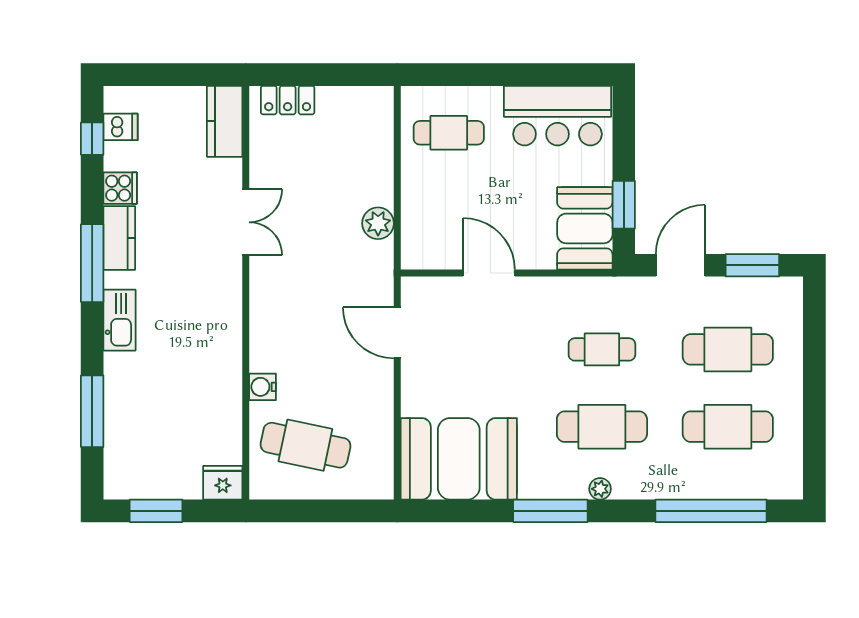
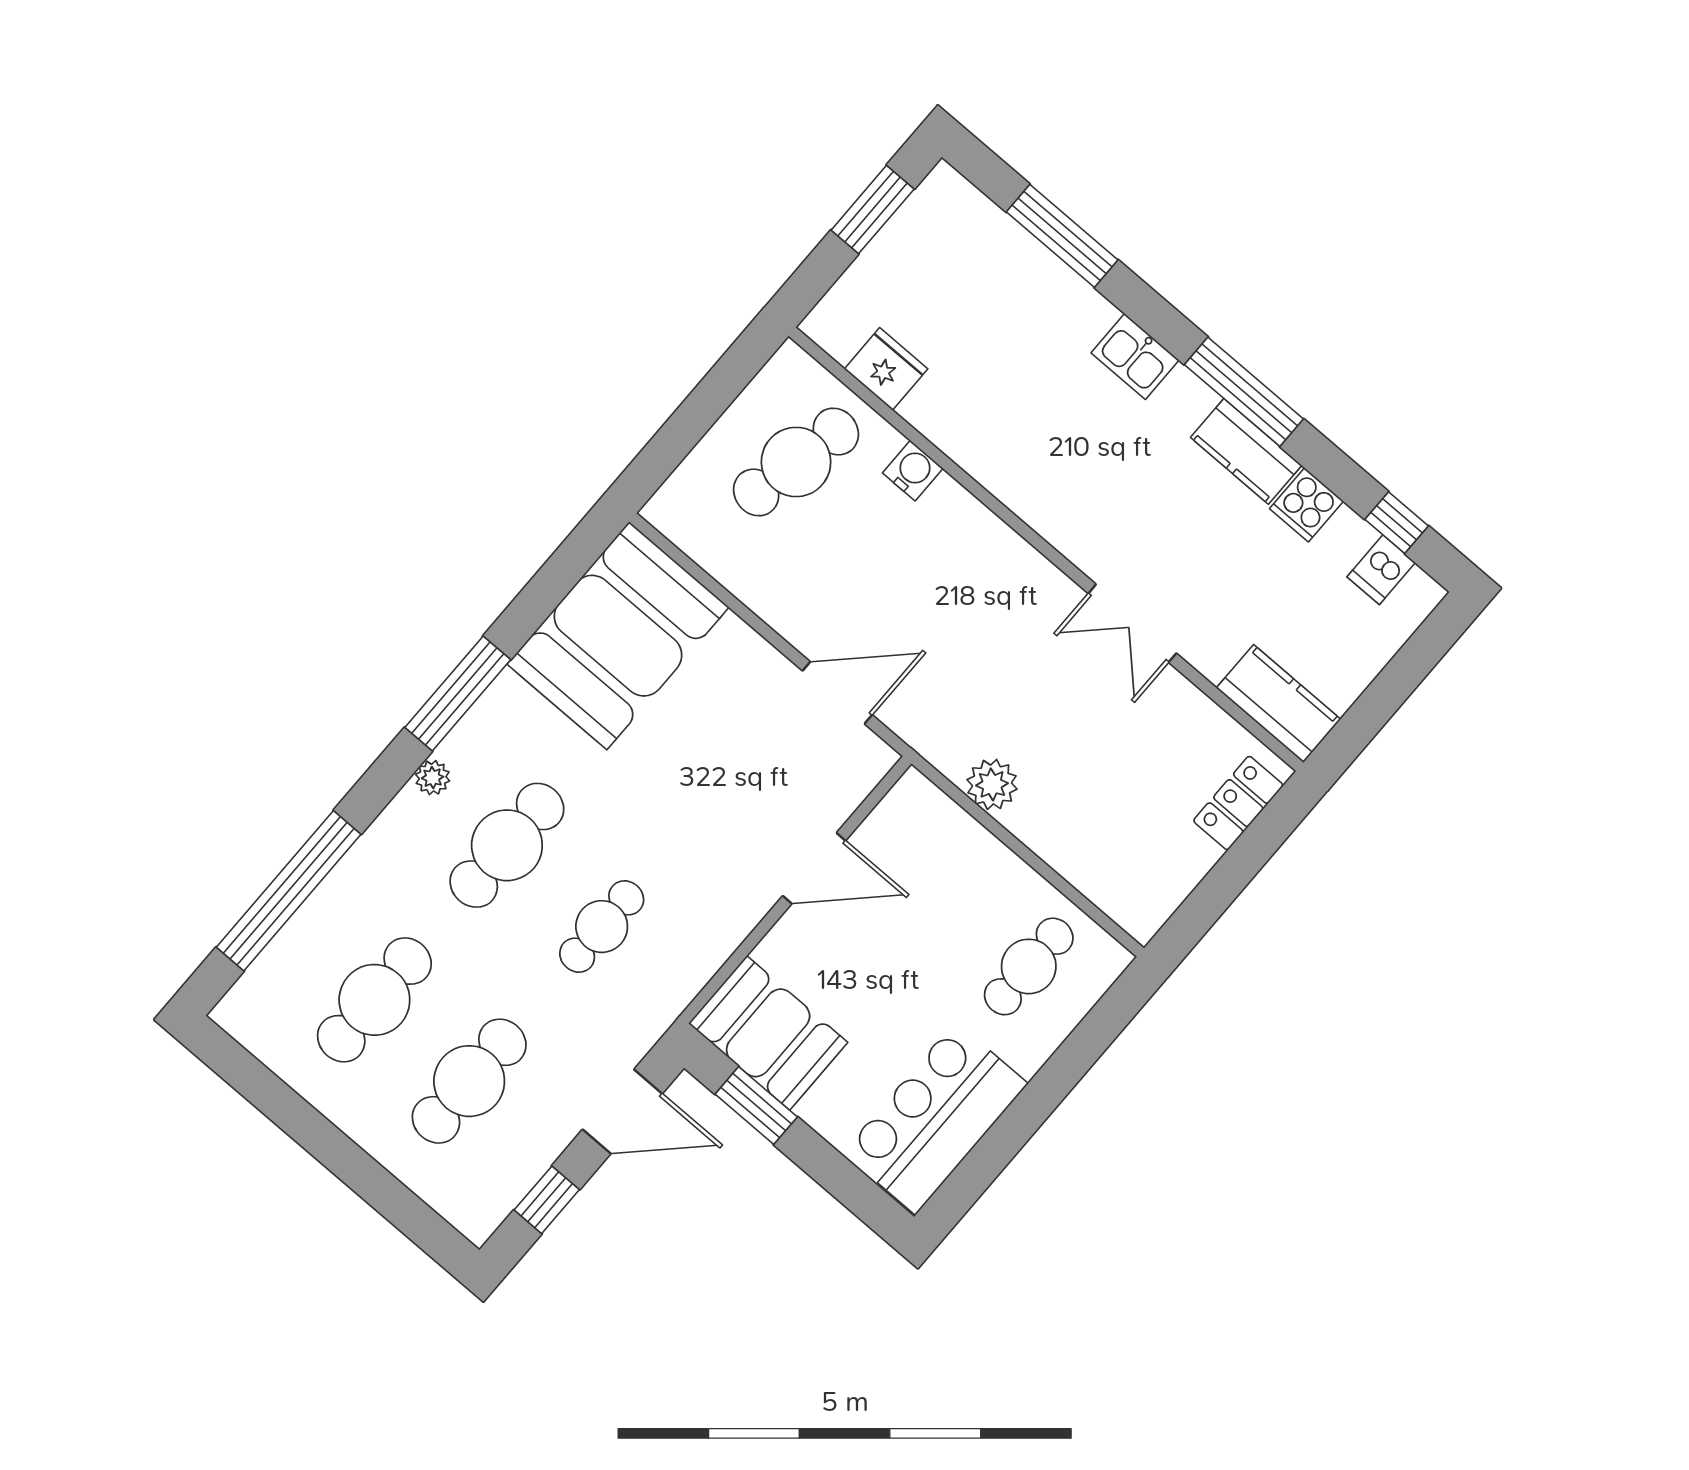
door: (680, 265) -> (622, 1112), hinge flipped
window: (752, 265) -> (547, 1200), width x0.67
kitchen sink: (119, 320) -> (1135, 357), width x0.73
fridge: (223, 483) -> (886, 369), moved, turned -90

